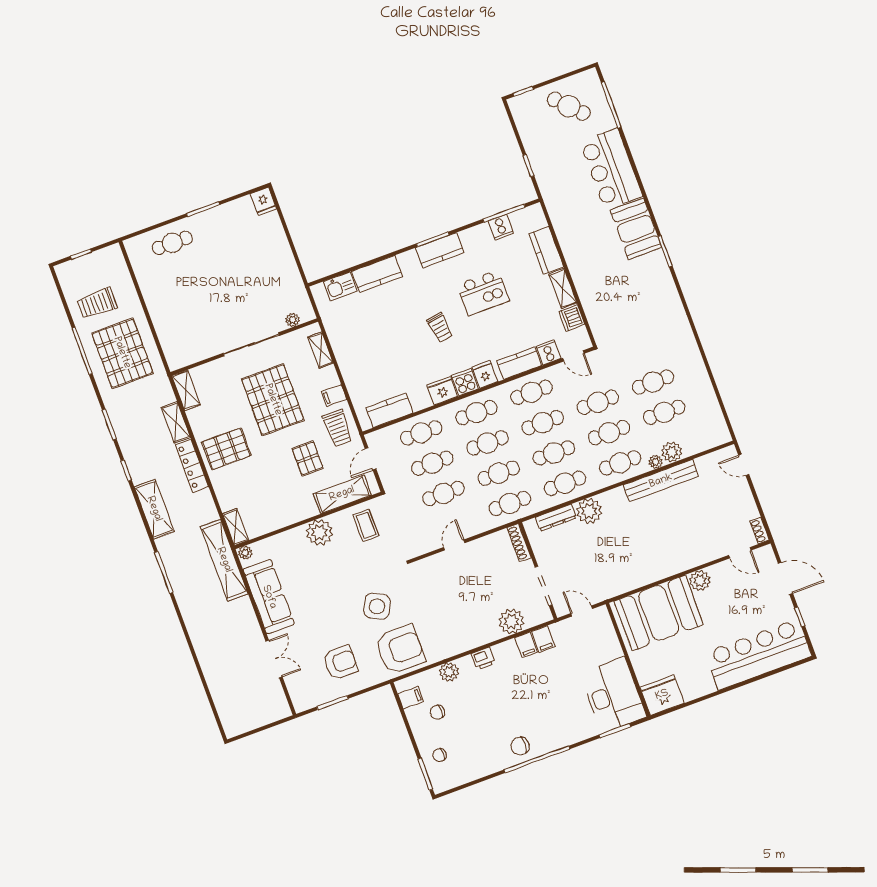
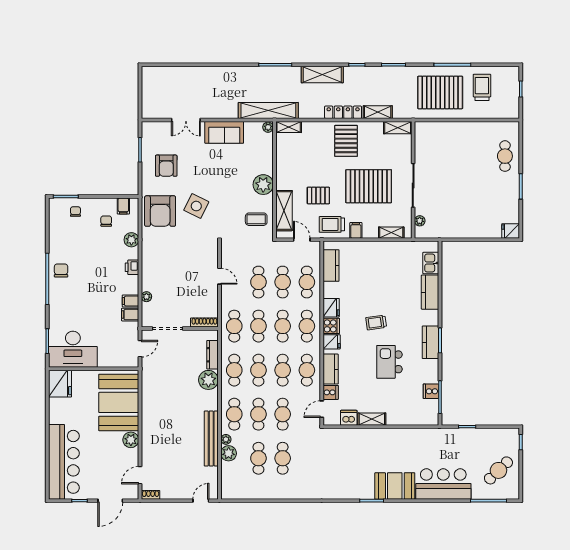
kitchen counter: (546, 250) -> (403, 417), removed
sofa: (269, 597) -> (224, 132), width x0.73
plant: (511, 621) -> (146, 297), width x0.53, depth x0.53

